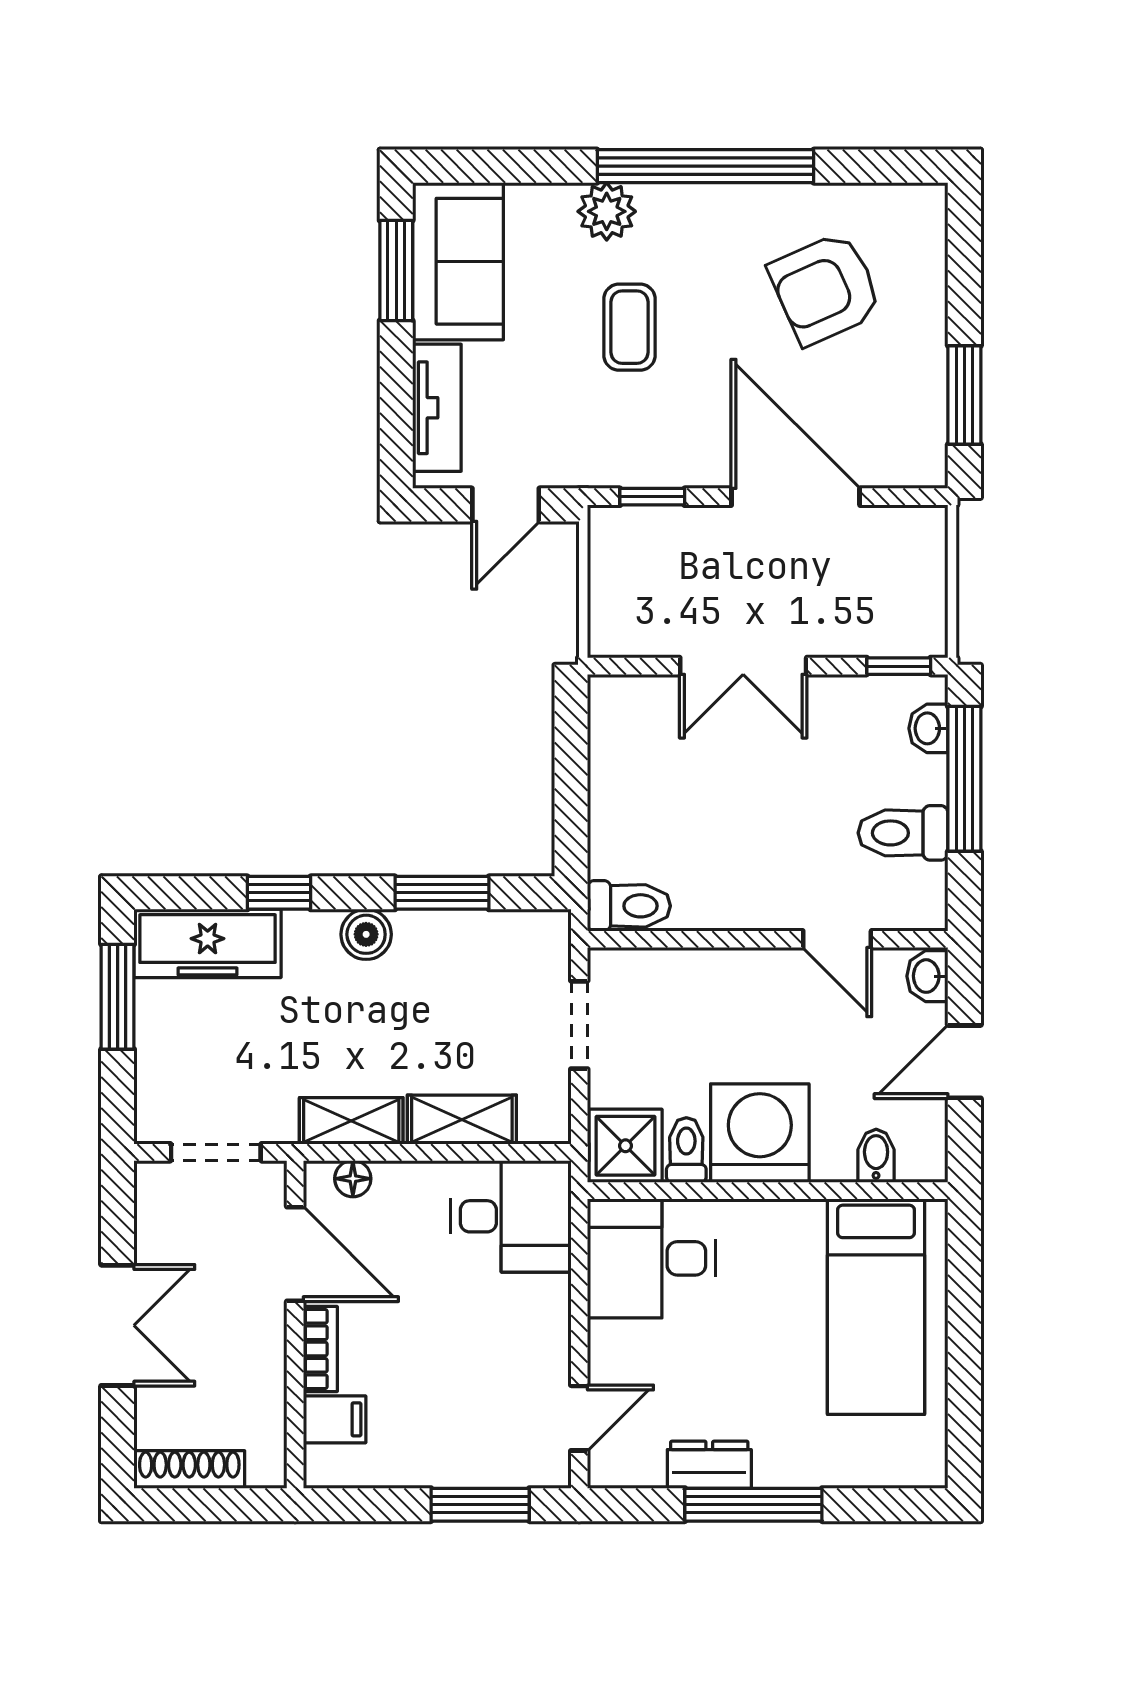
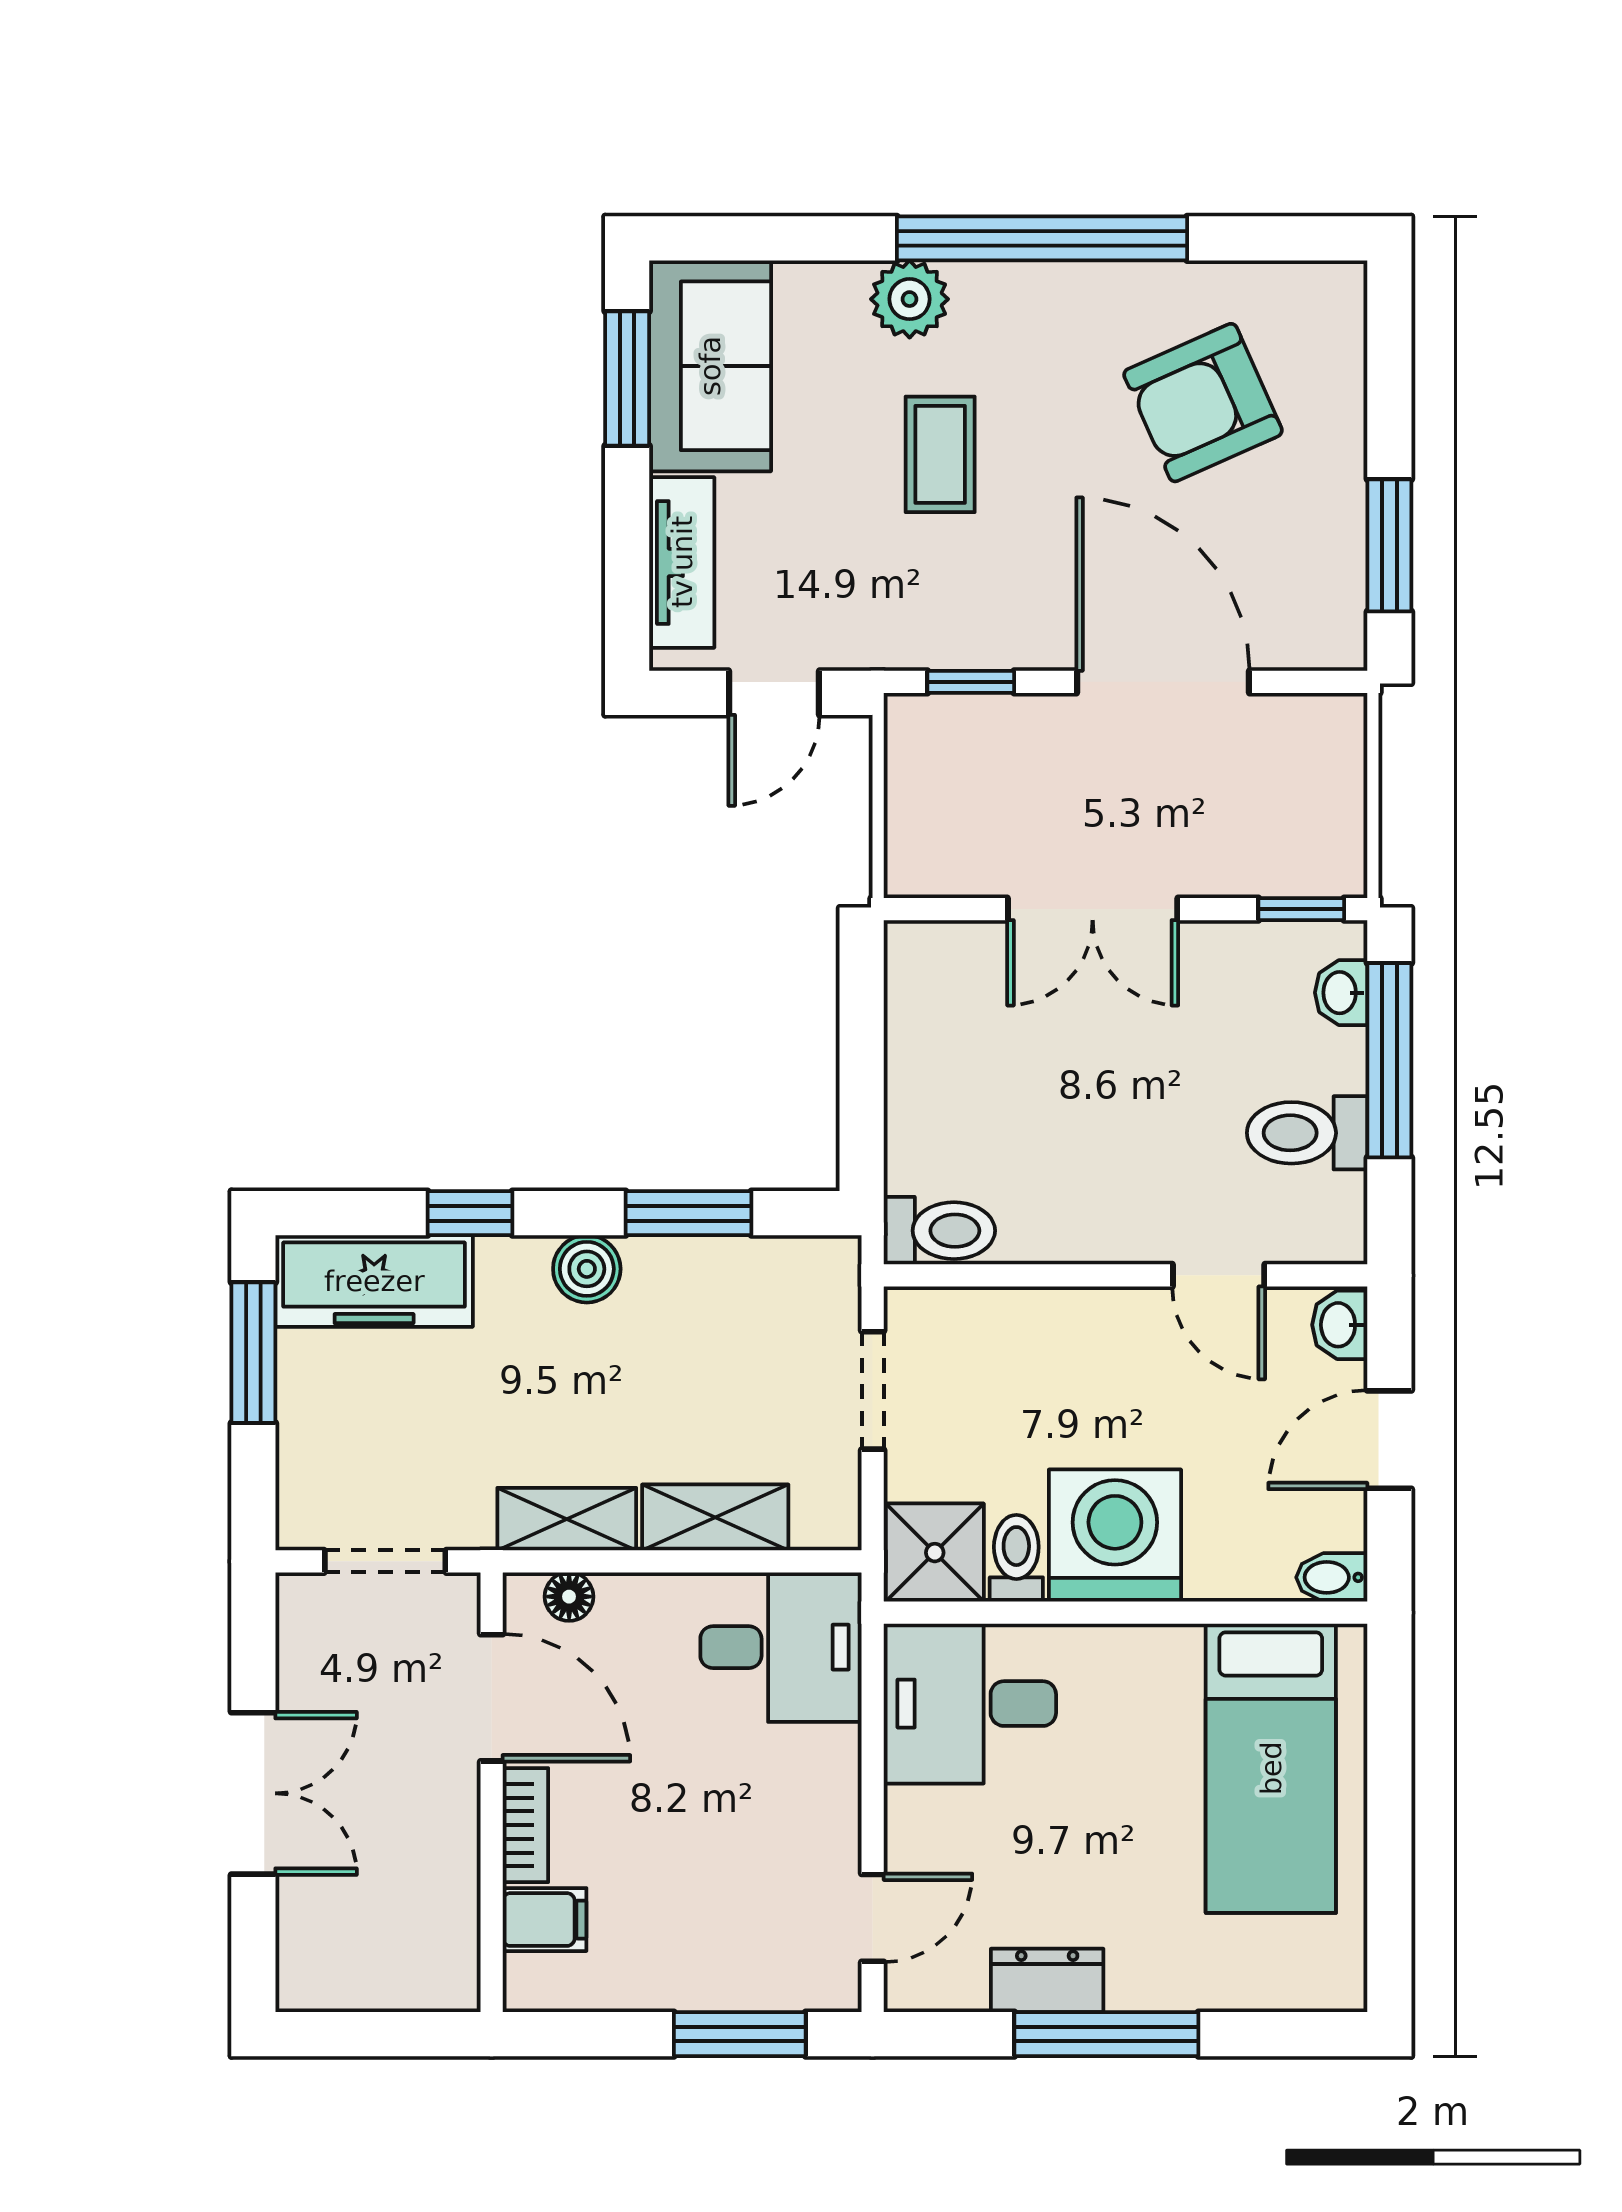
bidet: (876, 1156) -> (1332, 1577), moved, turned -90
shoe rack: (189, 1470) -> (350, 1987), removed

